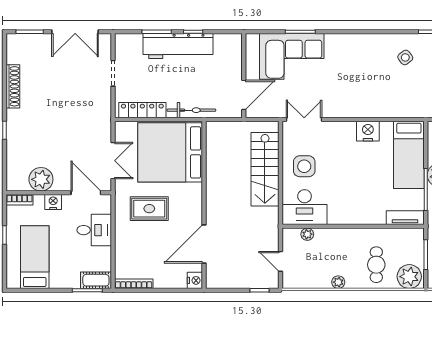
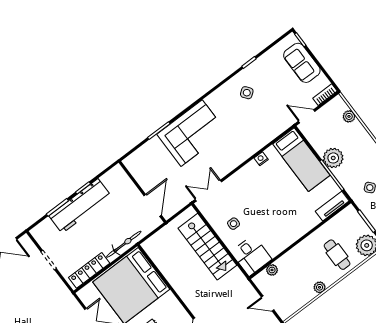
corner sofa: (292, 56) -> (192, 133), moved
nightstand: (368, 131) -> (261, 159), width x0.53, depth x0.56
side table: (304, 166) -> (234, 224), width x0.54, depth x0.54
desk: (305, 207) -> (251, 256), width x0.73

